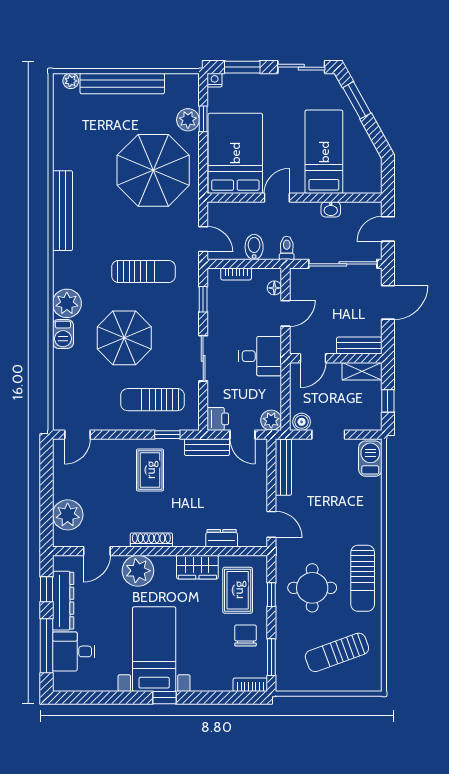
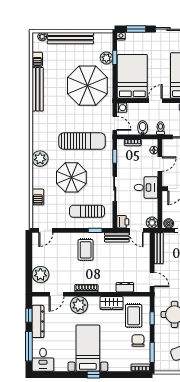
barbecue: (62, 122) -> (37, 59), added
washing machine: (216, 210) -> (122, 108), added
bench: (63, 211) -> (38, 89), moved
sun lounger: (143, 271) -> (82, 141), width x1.36, depth x1.34
barbecue: (63, 334) -> (38, 197), moved
desk: (74, 651) -> (43, 360), moved, turned -90

